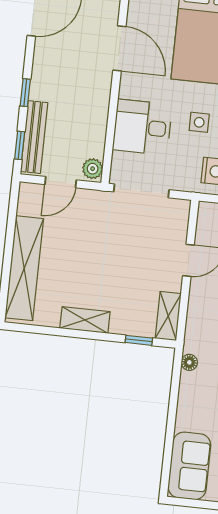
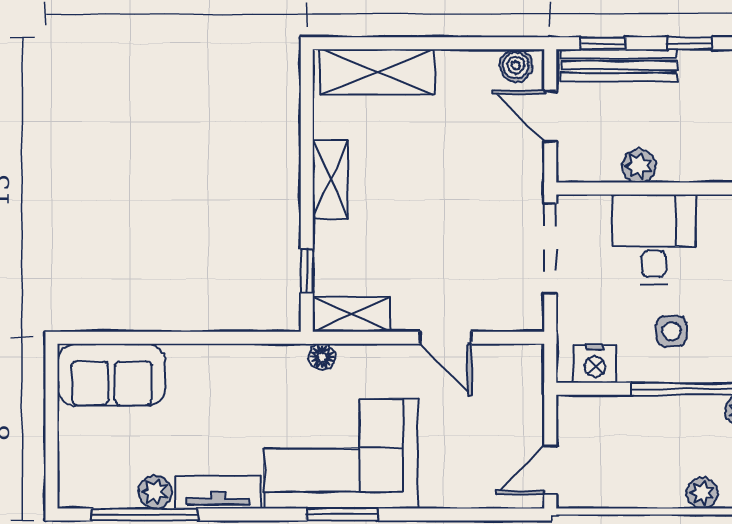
plant: (93, 169) -> (639, 166), moved
boiler: (27, 200) -> (516, 65), added
shelving: (24, 268) -> (377, 72), width x0.68
floor lamp: (189, 362) -> (322, 357), moved

